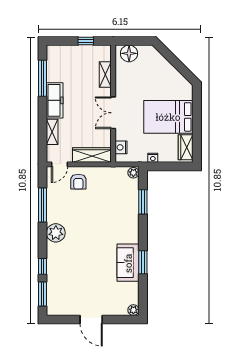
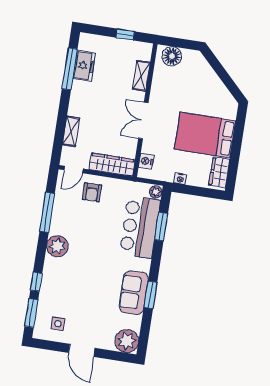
freezer: (55, 100) -> (84, 66), moved, width x0.71
bar counter: (124, 205) -> (140, 227), added
side table: (67, 300) -> (58, 324), added
plant: (133, 310) -> (127, 341), width x1.88, depth x1.88

